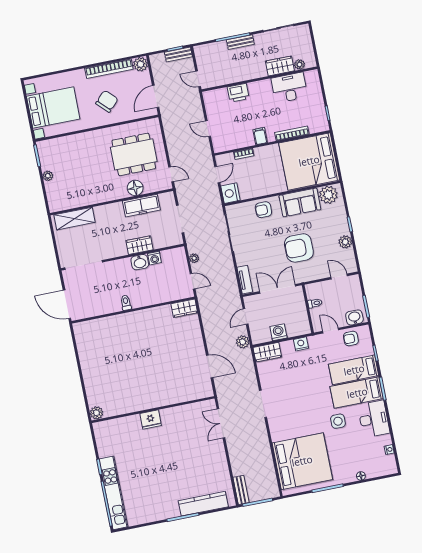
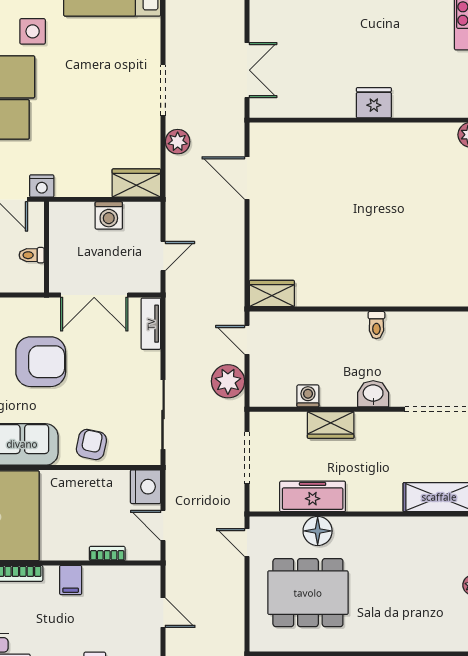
door: (217, 175) -> (163, 525), hinge flipped
armchair: (263, 210) -> (91, 445), turned -78
plant: (194, 258) -> (228, 381), width x1.88, depth x1.88
washbasin: (140, 262) -> (373, 394), moved
plant: (243, 342) -> (178, 142), moved
nightstand: (301, 344) -> (42, 186), moved

